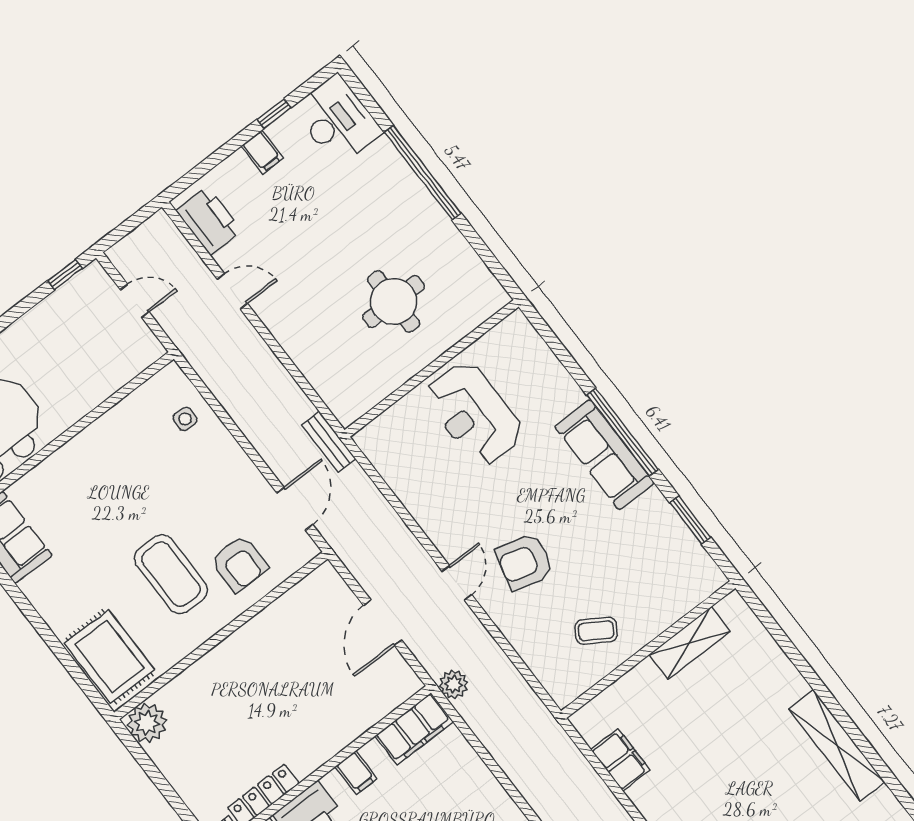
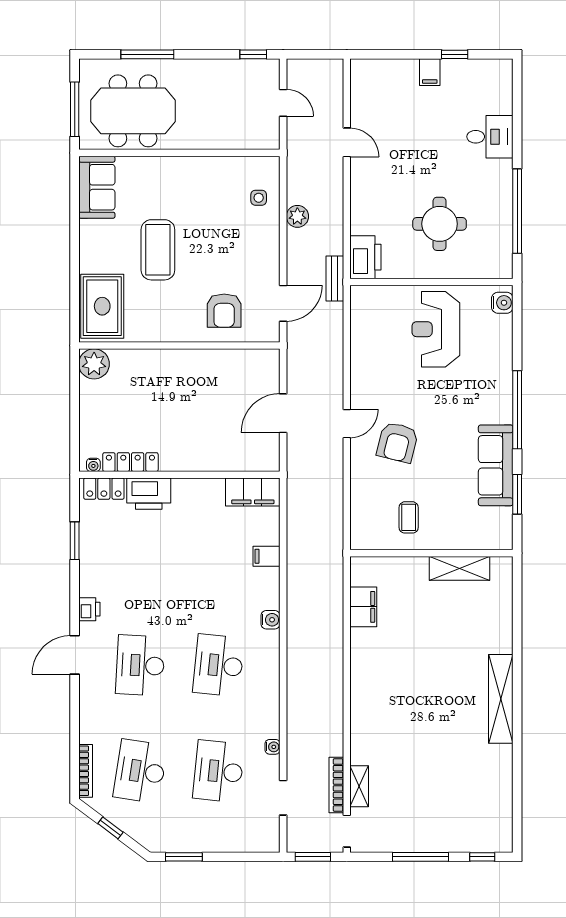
desk: (337, 120) -> (490, 137), moved, width x0.73
window: (423, 173) -> (517, 211), moved
printer: (209, 221) -> (365, 257), moved
water cooler: (522, 333) -> (502, 303), added
sofa: (604, 455) -> (496, 465), moved
armchair: (525, 562) -> (397, 442), turned -91
coffee table: (171, 574) -> (158, 250), moved
coffee table: (596, 631) -> (409, 517), turned 58
plant: (454, 684) -> (297, 216), moved
filing cabinet: (356, 773) -> (267, 556), moved, turned 90

